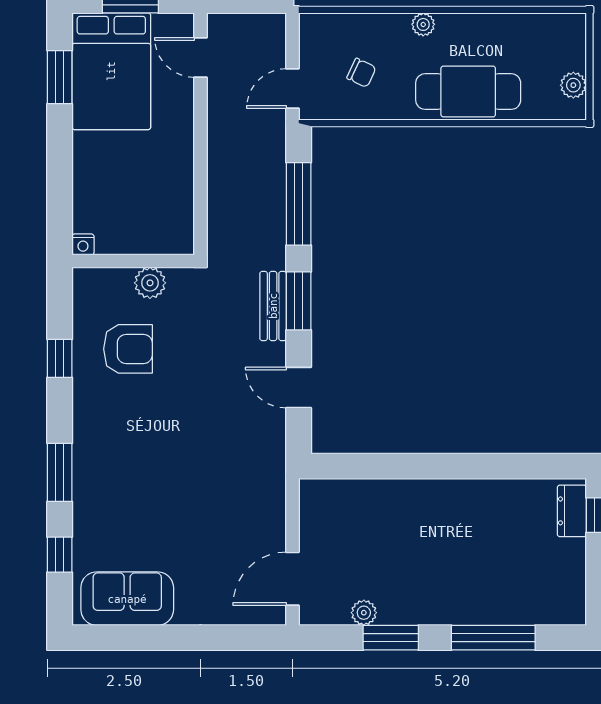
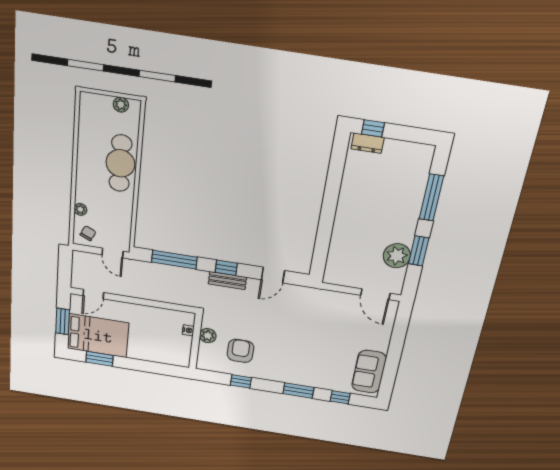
plant: (423, 24) -> (80, 209), moved
chair: (361, 73) -> (88, 233), moved
nightstand: (83, 244) -> (188, 330), moved
window: (299, 301) -> (226, 268), width x0.67
plant: (364, 613) -> (397, 256), width x1.87, depth x1.87

